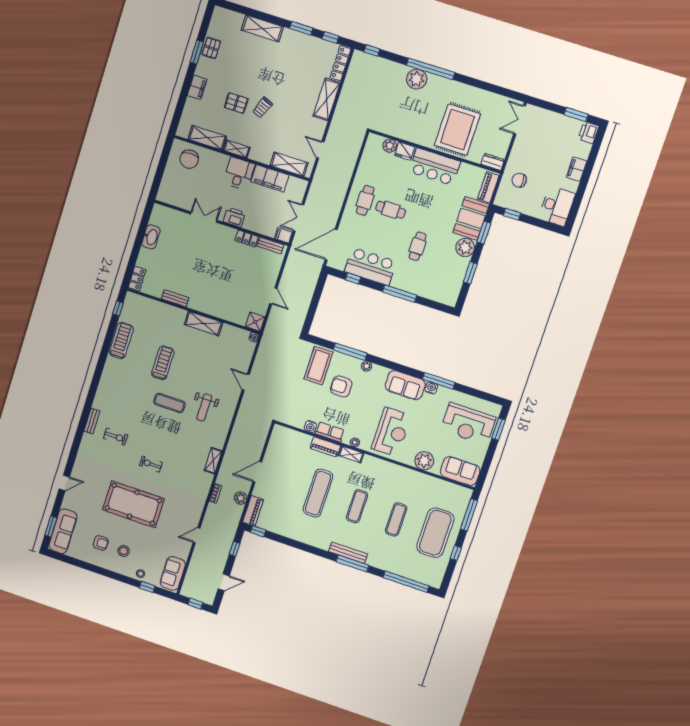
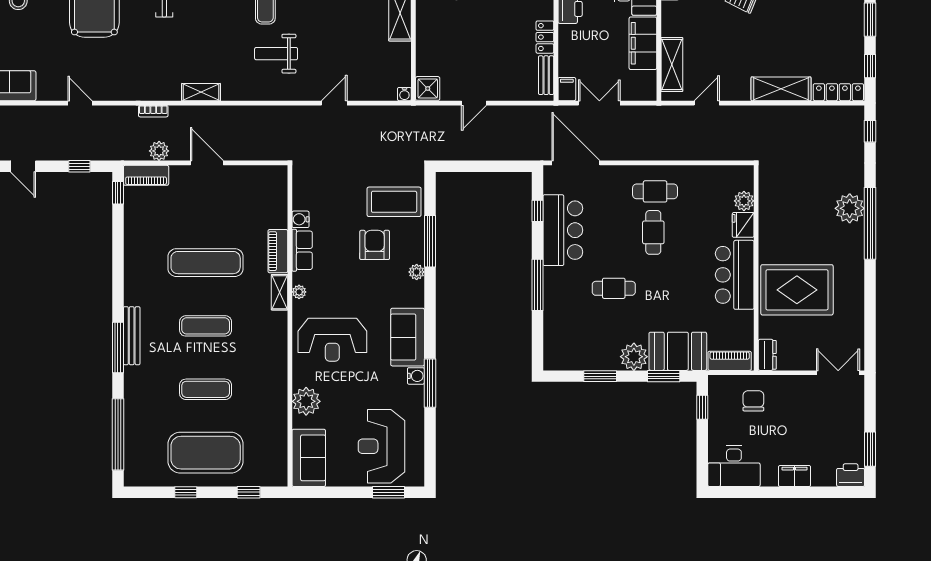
window: (469, 515) -> (249, 492), width x0.46

